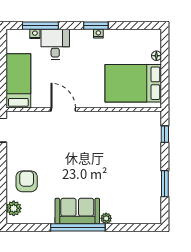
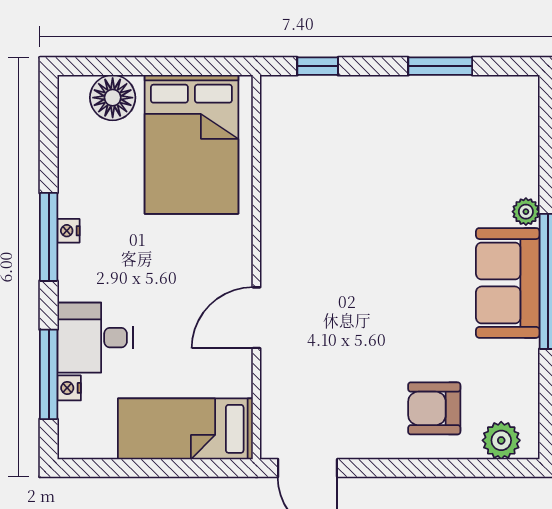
window: (96, 26) -> (49, 237), width x1.44
floor lamp: (156, 56) -> (113, 98), width x1.89, depth x1.89

